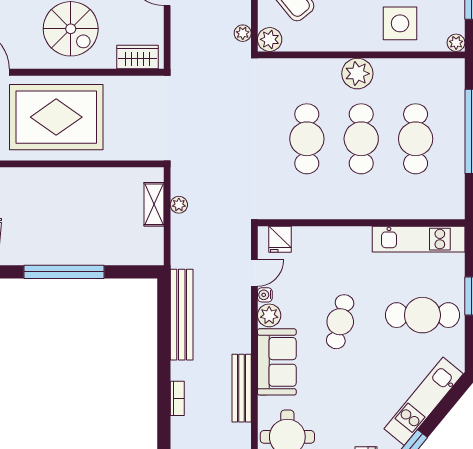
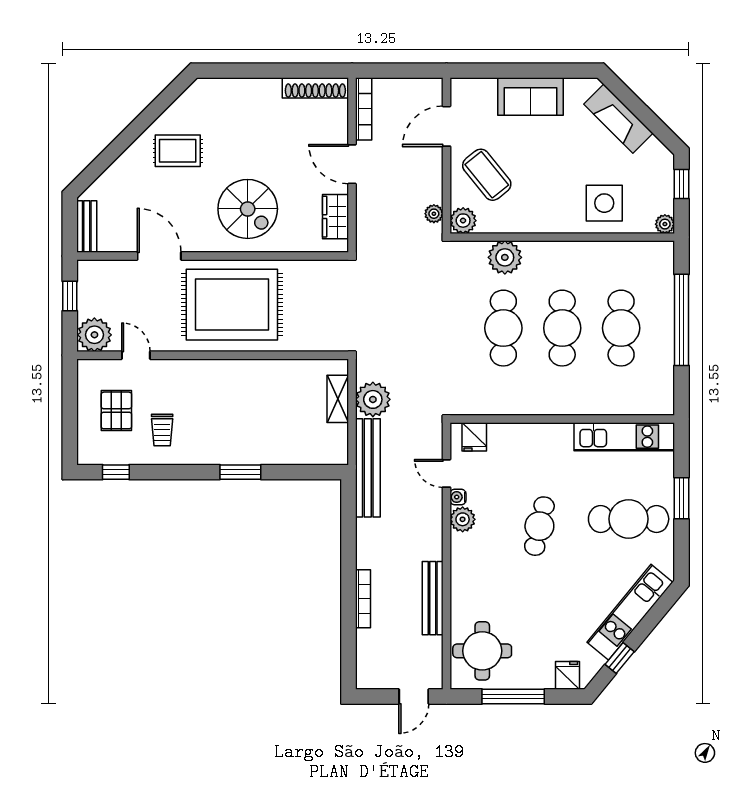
wardrobe: (137, 57) -> (336, 217), moved, turned -90
plant: (357, 74) -> (505, 257), moved
plant: (179, 205) -> (373, 399), width x1.87, depth x1.87
window: (64, 272) -> (240, 472), width x0.47
door: (254, 273) -> (446, 473), swing flipped
bench: (182, 315) -> (368, 468), moved
sofa: (277, 362) -> (471, 570), removed
bookcase: (177, 398) -> (363, 599), width x1.56

